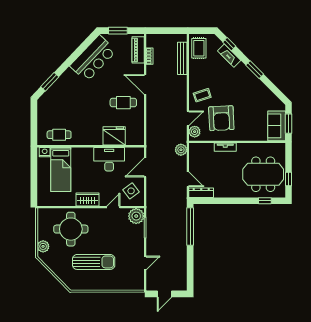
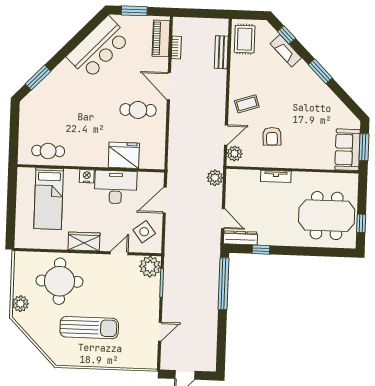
bench: (182, 58) -> (221, 52), width x0.73
armchair: (221, 118) -> (272, 136), width x0.53, depth x0.53
nightstand: (45, 152) -> (87, 176), moved
window: (265, 201) -> (261, 250), moved

